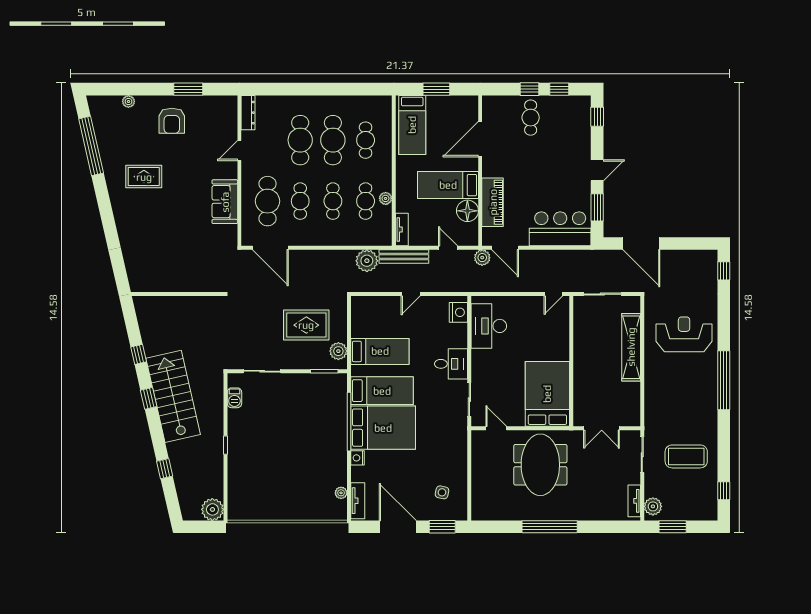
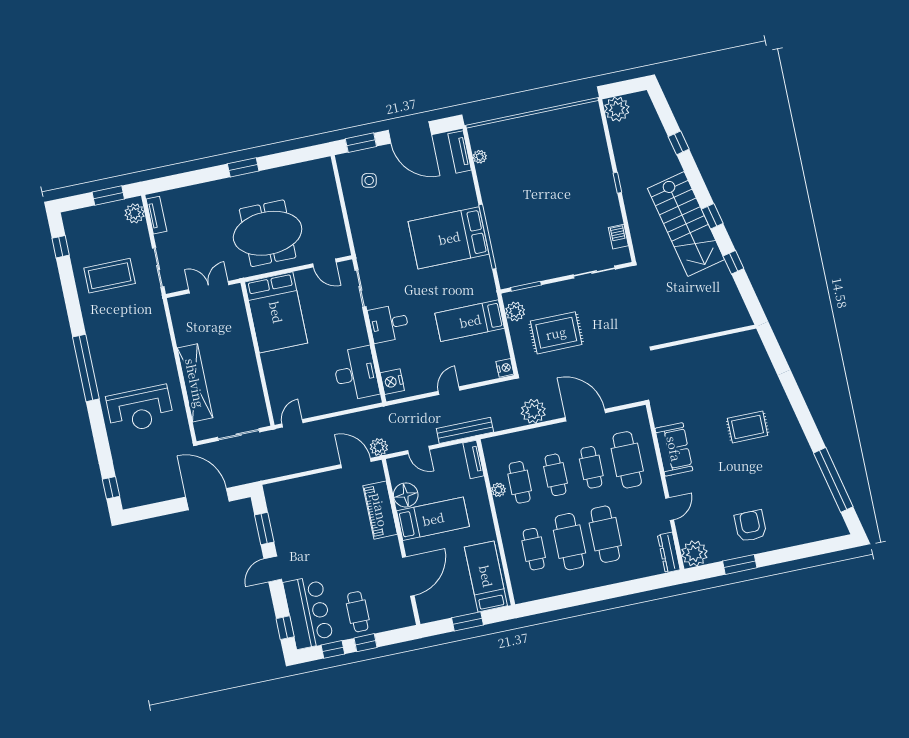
plant: (128, 102) -> (694, 554), moved, width x1.88, depth x1.88
rug: (144, 177) -> (748, 427), moved
bar counter: (560, 229) -> (308, 612), moved, turned -90
door: (270, 248) -> (585, 415), moved
plant: (367, 261) -> (533, 411), moved
bed: (382, 391) -> (458, 278), removed
nightstand: (358, 458) -> (505, 368), moved
meeting table: (540, 465) -> (268, 233), turned 90
window: (550, 527) -> (243, 167), width x0.47

